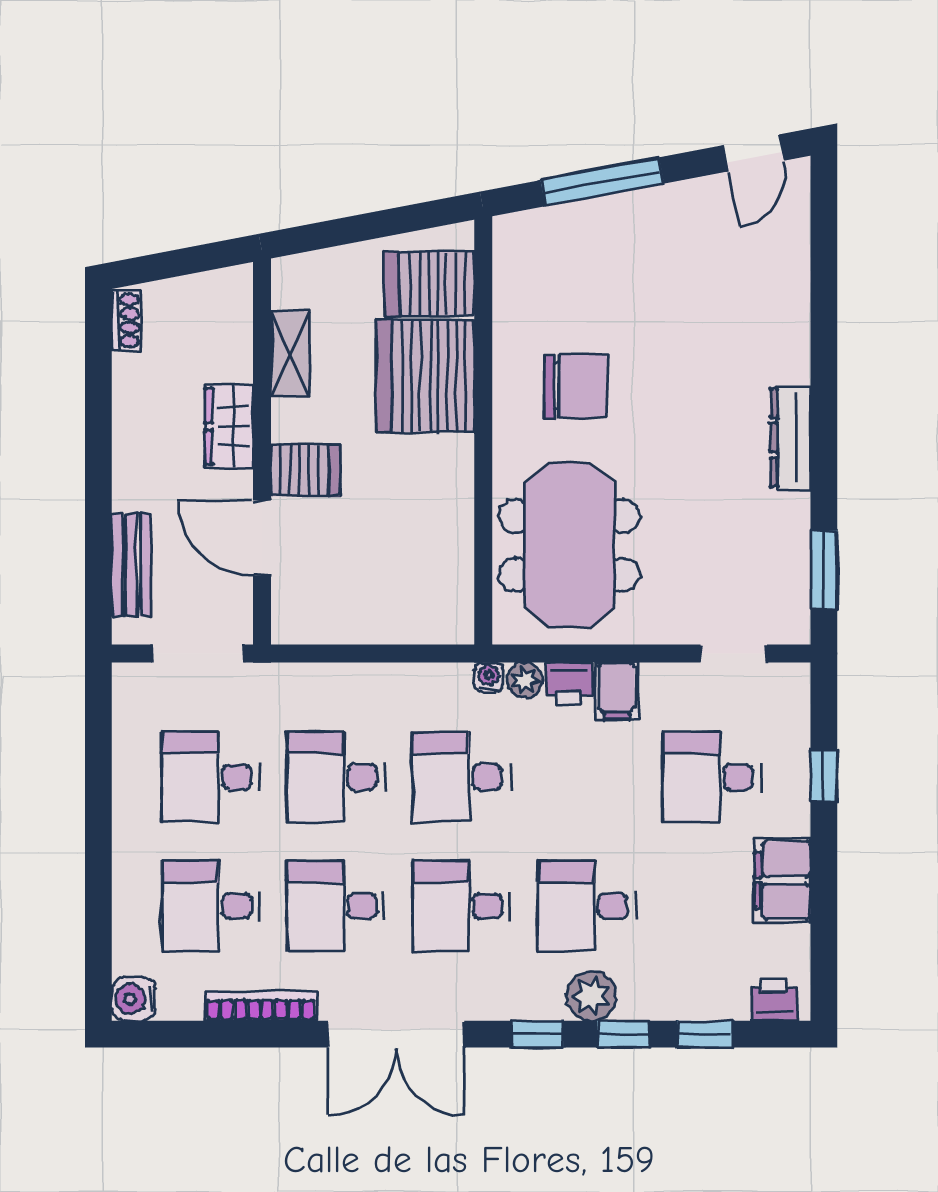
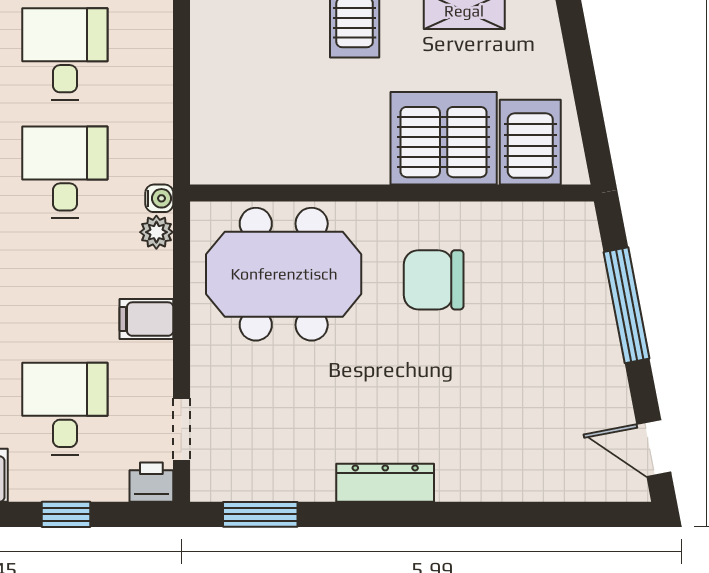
chair: (575, 386) -> (434, 280), turned 90
printer: (569, 683) -> (151, 482), moved, turned 90

